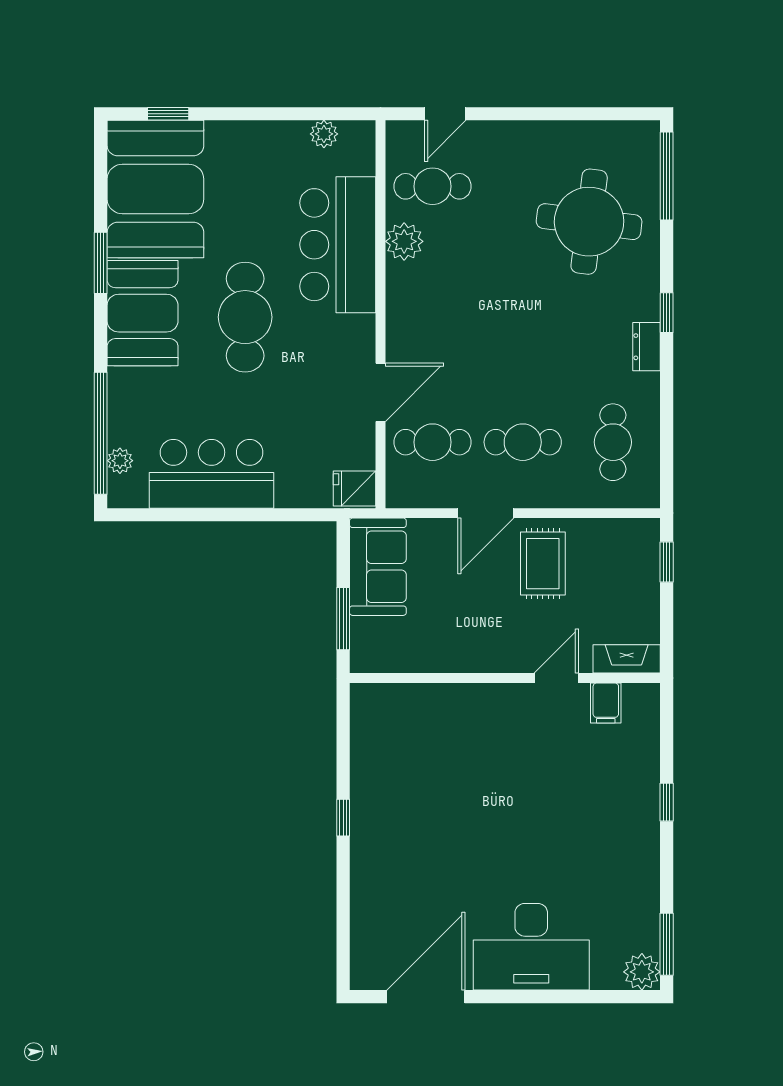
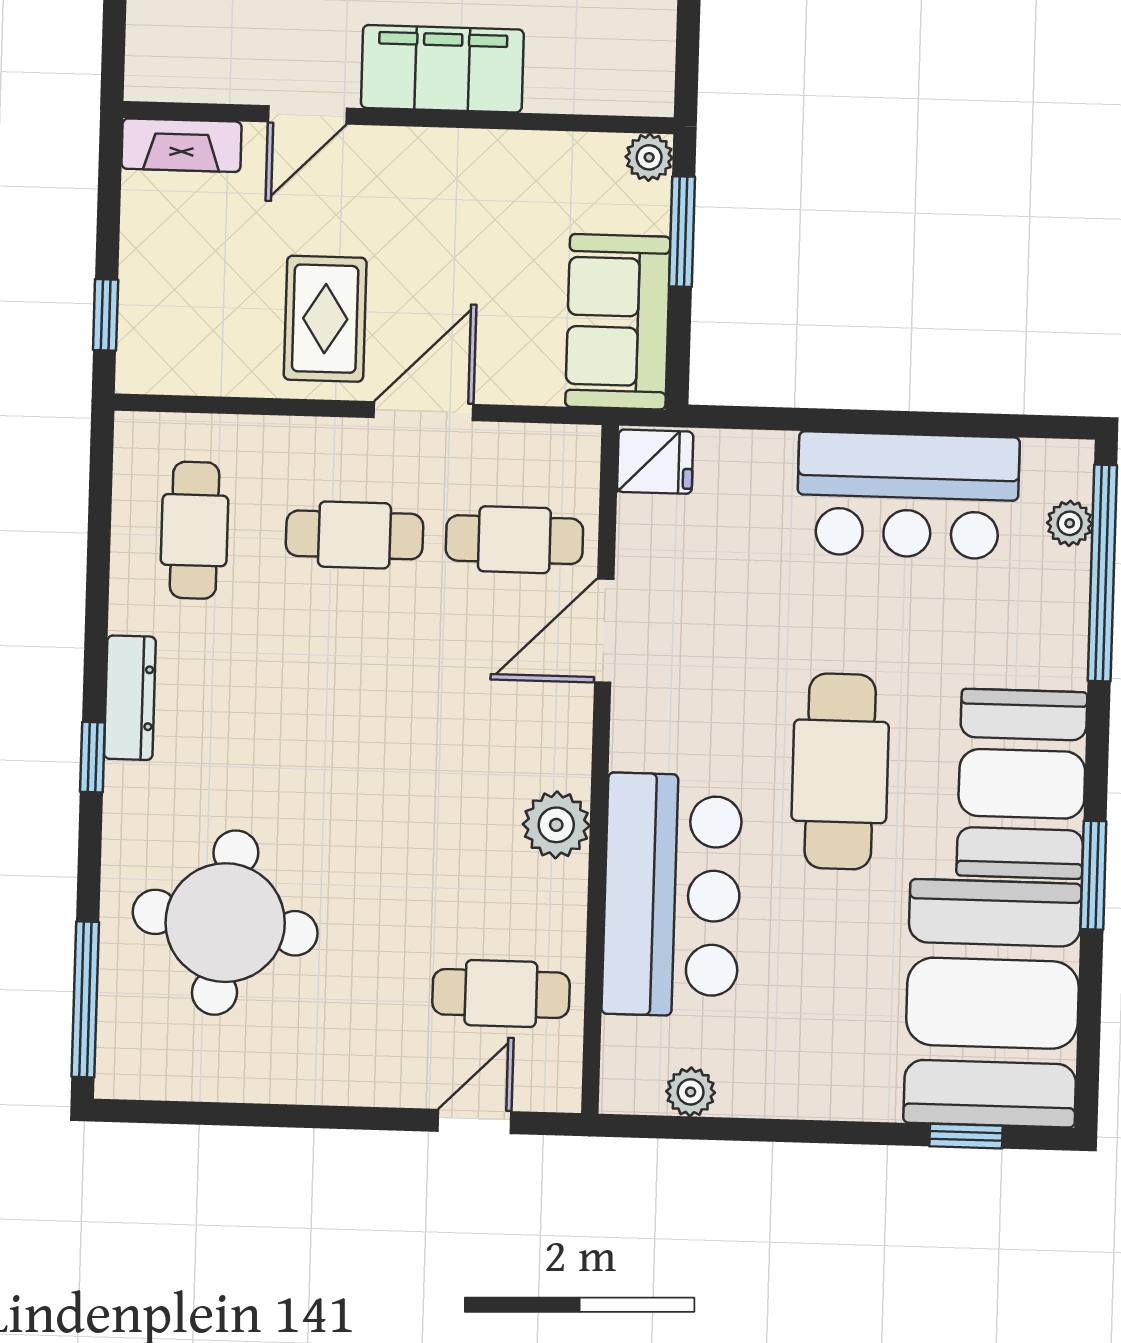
plant: (404, 241) -> (556, 825), moved
dresser: (646, 347) -> (130, 698), width x1.44
plant: (363, 660) -> (649, 157), added
filing cabinet: (606, 703) -> (442, 69), moved, width x3.00, depth x1.17

